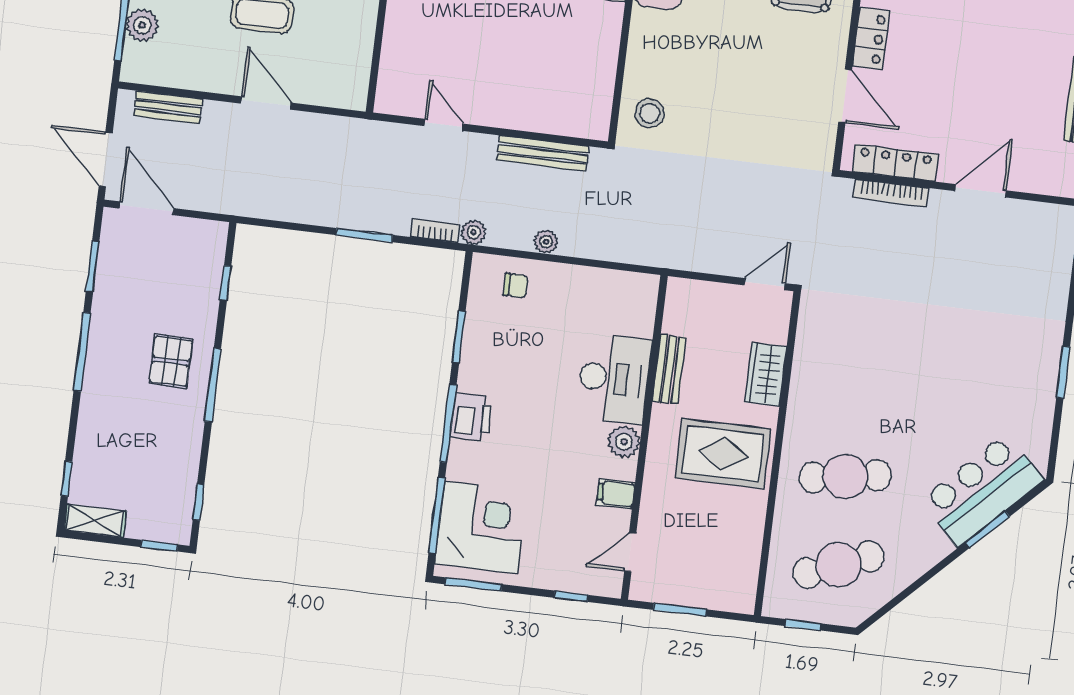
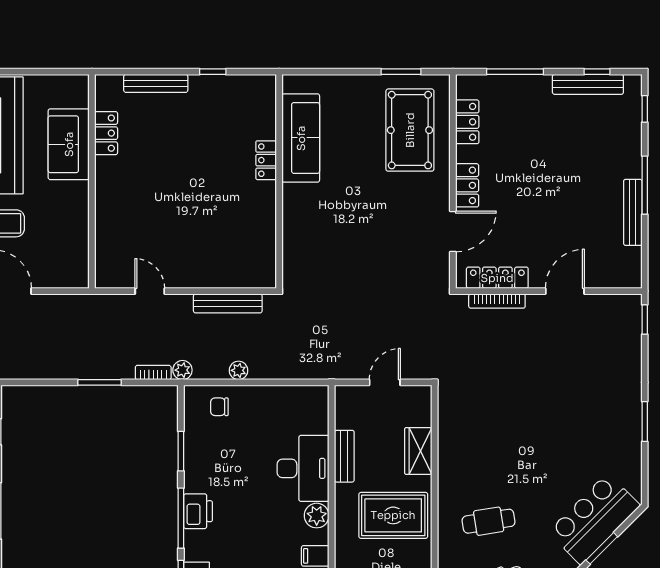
door: (845, 96) -> (453, 231), hinge flipped
stool: (650, 113) -> (306, 263), removed
door: (765, 284) -> (385, 382), moved
chair: (516, 286) -> (219, 407), turned 180
cafe table: (845, 476) -> (489, 521), width x0.73, depth x0.74

